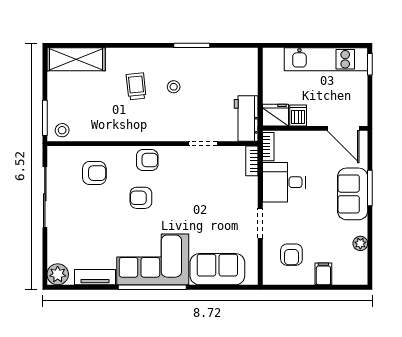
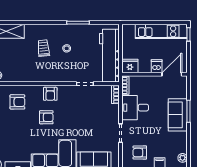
dishwasher: (298, 116) -> (157, 66), moved
workbench: (246, 118) -> (109, 56), width x1.88, depth x1.32
door: (343, 128) -> (172, 74), swing flipped
armchair: (147, 160) -> (50, 94), turned 90
armchair: (141, 198) -> (46, 117), turned 180
plant: (360, 243) -> (183, 158), moved
armchair: (291, 255) -> (140, 153), turned 90

